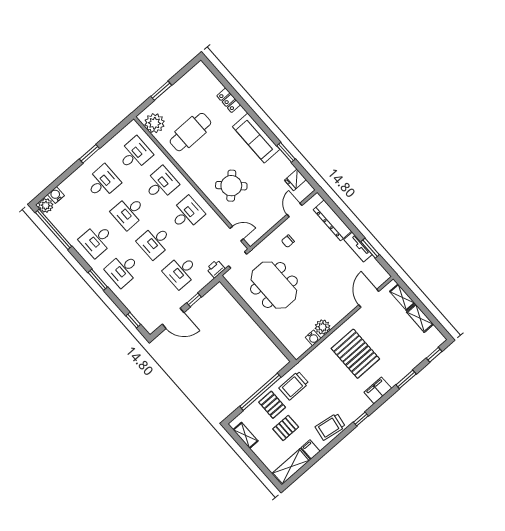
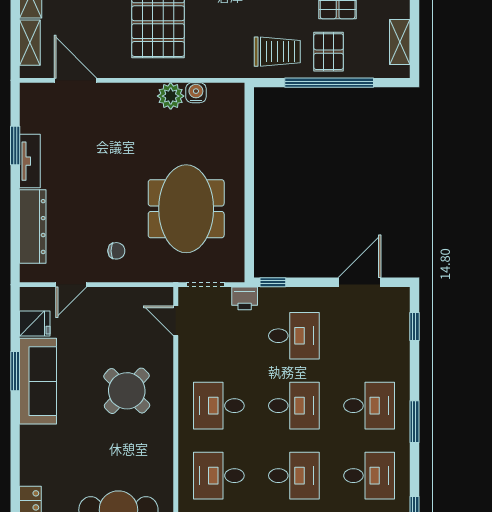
sofa: (256, 138) -> (38, 381), moved
door: (369, 298) -> (75, 80), swing flipped
window: (194, 300) -> (273, 282), moved
door: (173, 318) -> (359, 282), hinge flipped

